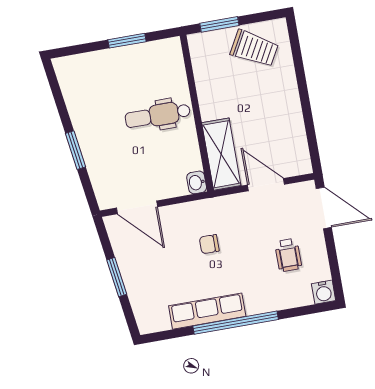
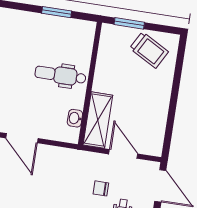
washbasin: (197, 182) -> (75, 118), moved
chair: (209, 244) -> (101, 188), moved

